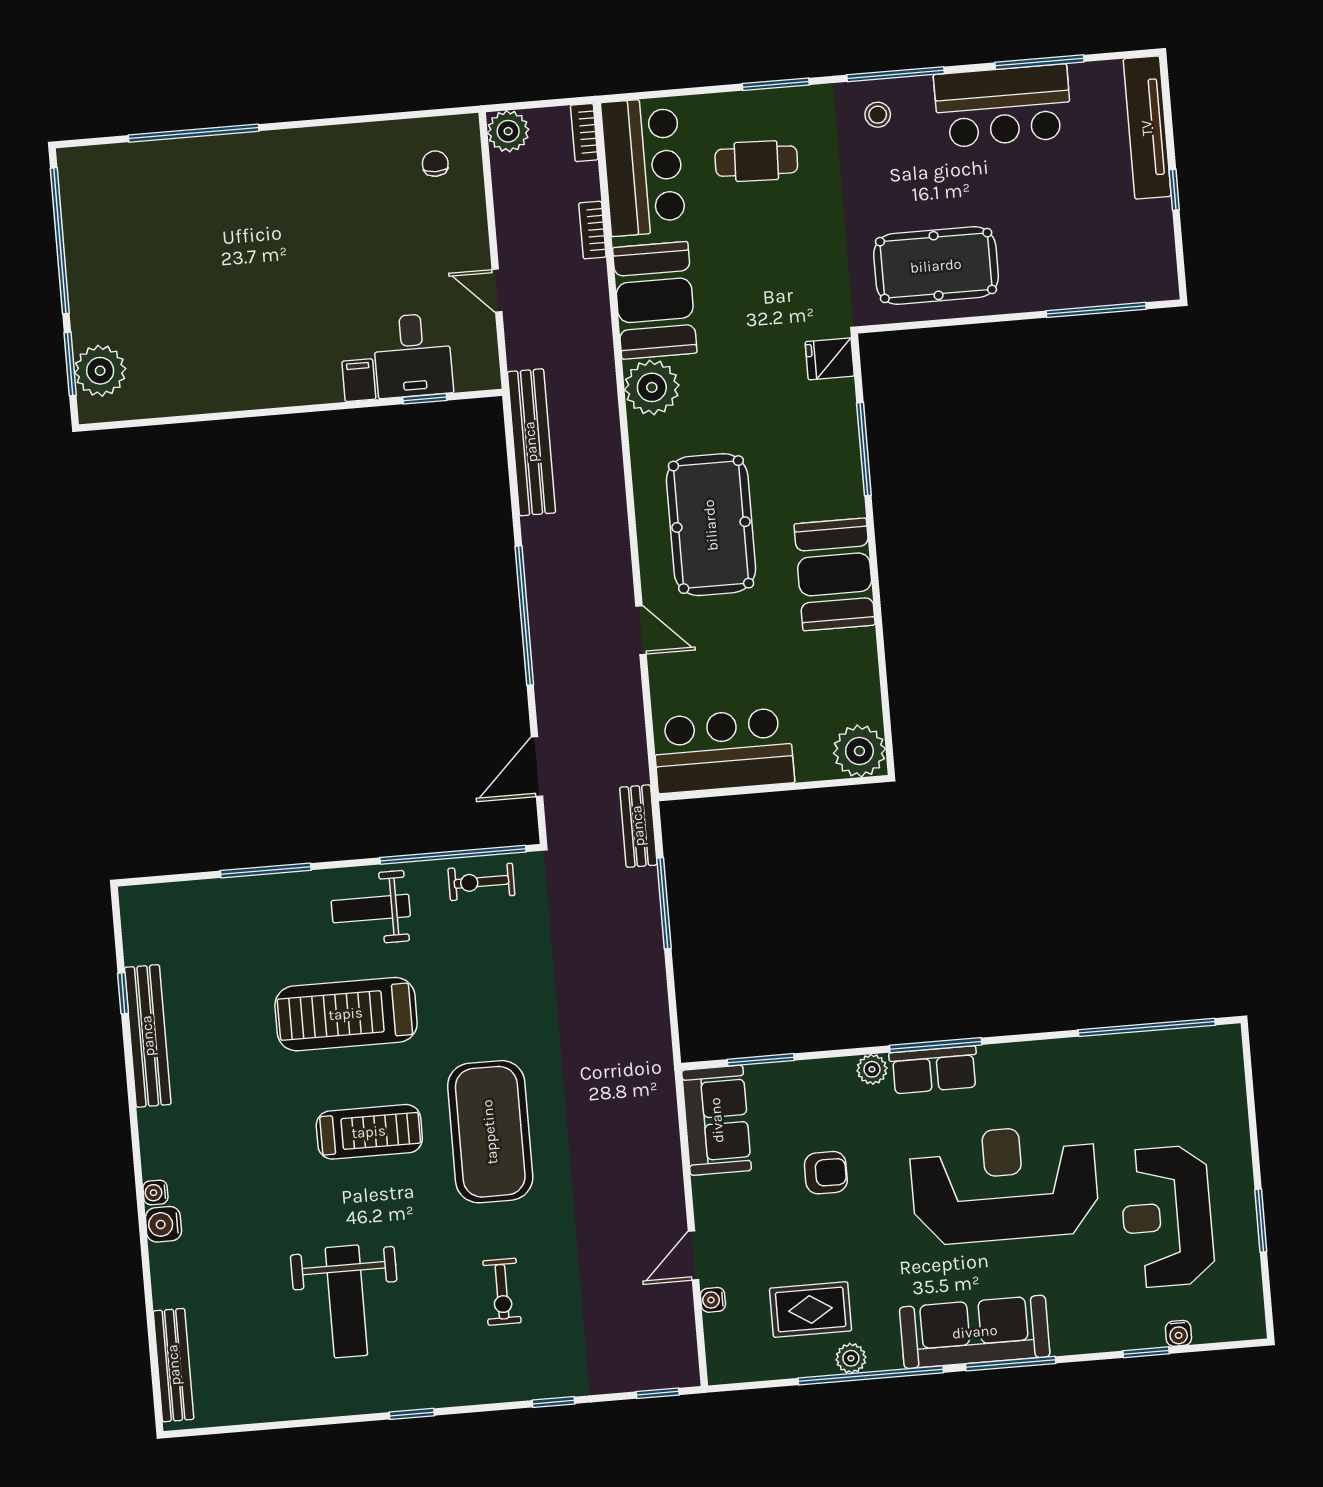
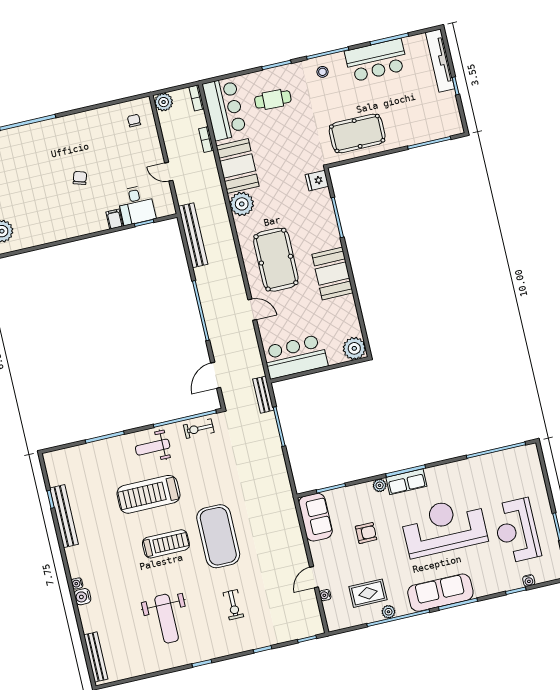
chair: (294, 276) -> (80, 178), added

